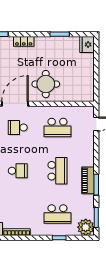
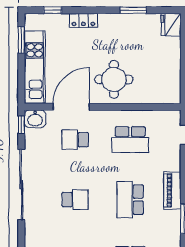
school desk: (57, 171) -> (130, 200), turned 180
piano: (88, 180) -> (172, 190), moved

